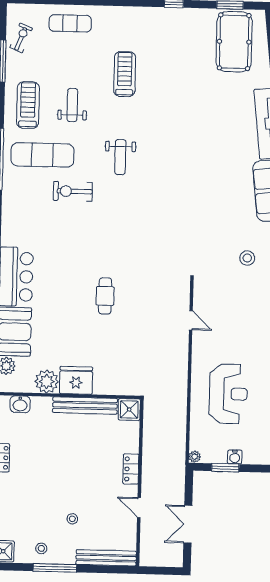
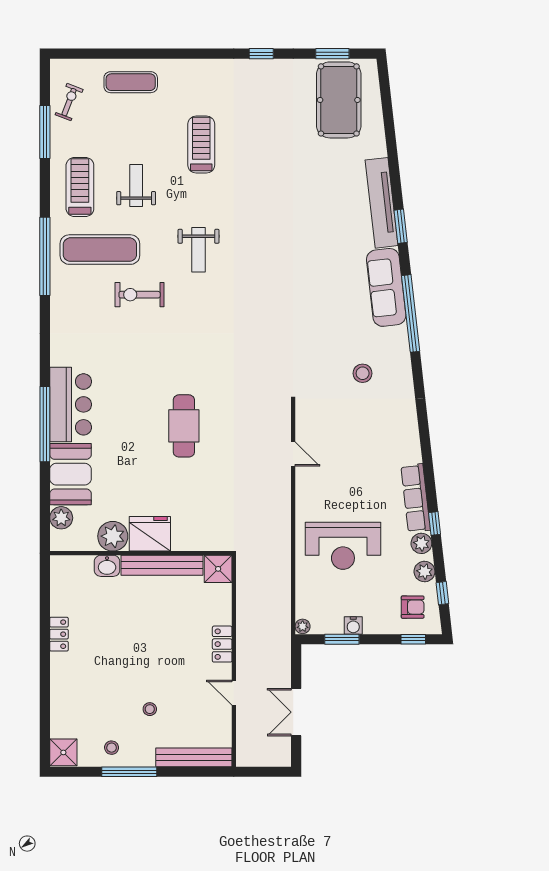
cafe table: (105, 296) -> (184, 426), width x1.37, depth x1.35
reception desk: (228, 394) -> (343, 546), turned 90
washbasin: (20, 404) -> (107, 566), moved

